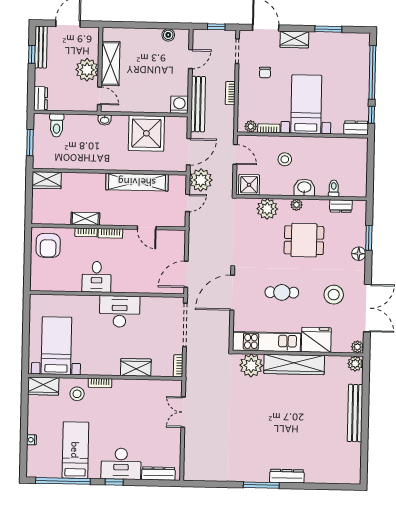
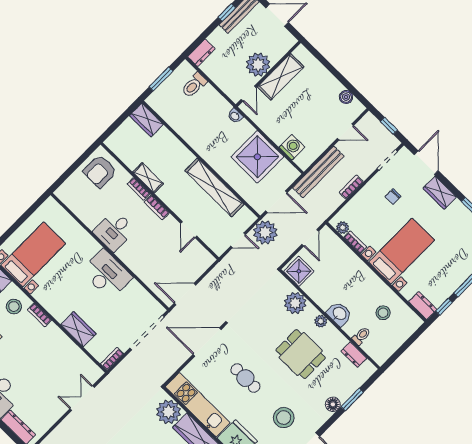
washing machine: (179, 105) -> (292, 147), moved
stool: (285, 159) -> (383, 313), moved

